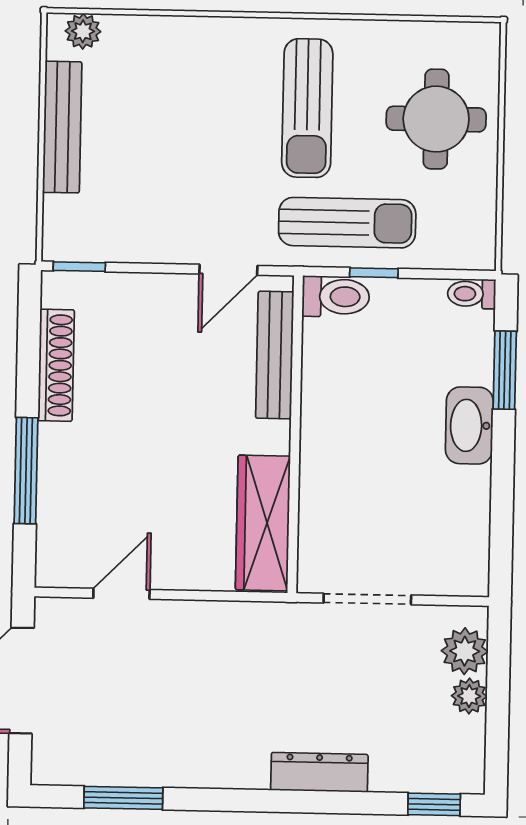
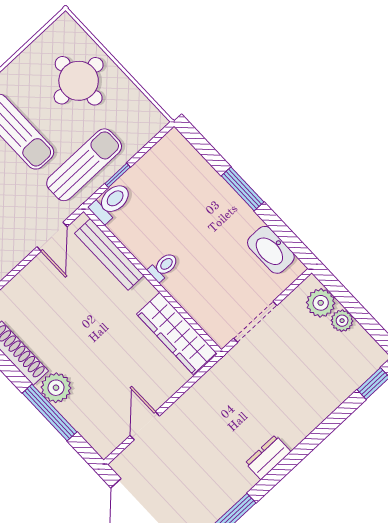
toilet: (472, 294) -> (163, 267), moved, turned 180
window: (505, 370) -> (243, 189), moved
washbasin: (469, 425) -> (271, 250), moved
plant: (62, 449) -> (56, 388), added
dresser: (319, 772) -> (268, 457), moved, width x0.70

